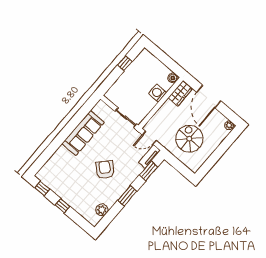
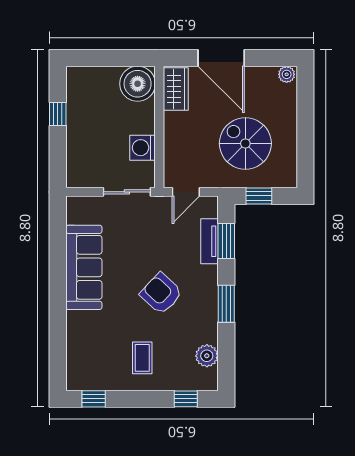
boiler: (173, 78) -> (138, 84), width x1.86, depth x1.86
washing machine: (158, 93) -> (143, 148), moved
tv unit: (149, 156) -> (209, 241), moved
window: (177, 164) -> (259, 196), added
coffee table: (76, 189) -> (142, 358), added
window: (62, 206) -> (186, 399), moved

